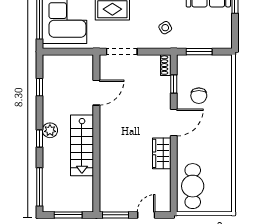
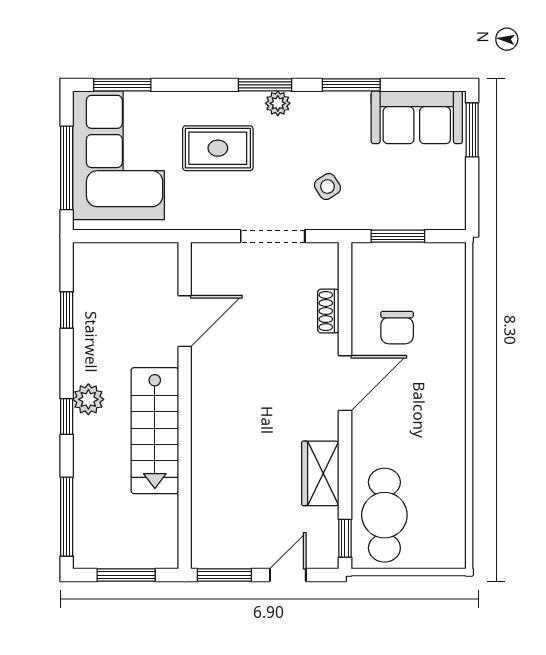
doorway: (122, 52) -> (273, 236), moved
shoe rack: (166, 65) -> (328, 311), moved
window: (174, 84) -> (345, 538), moved
wardrobe: (162, 153) -> (320, 473), moved

